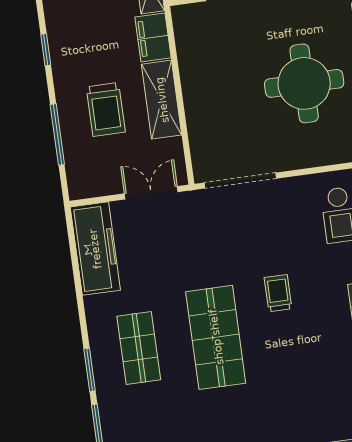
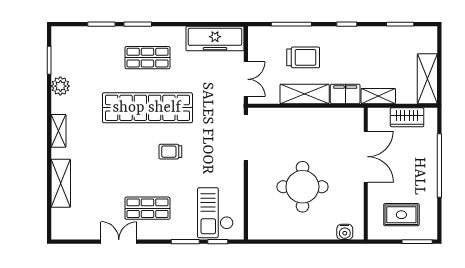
trolley: (106, 109) -> (303, 57), turned 180
trolley: (278, 293) -> (170, 152), turned 180
shop shelf: (216, 337) -> (147, 108), width x1.40

